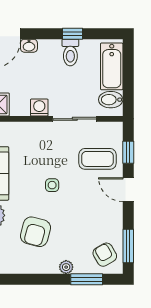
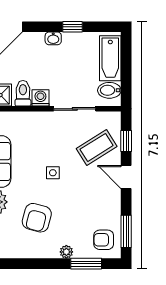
washbasin: (29, 46) -> (53, 38), moved
toilet: (70, 52) -> (23, 93), moved, turned 180
coffee table: (98, 159) -> (97, 147), turned -32
armchair: (105, 255) -> (104, 240), turned -60

